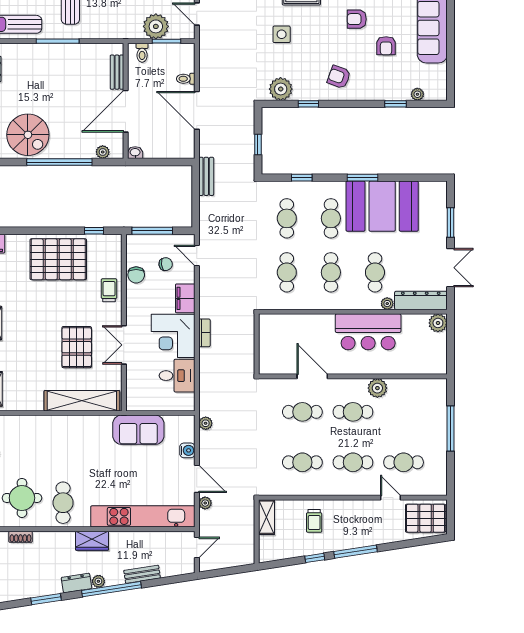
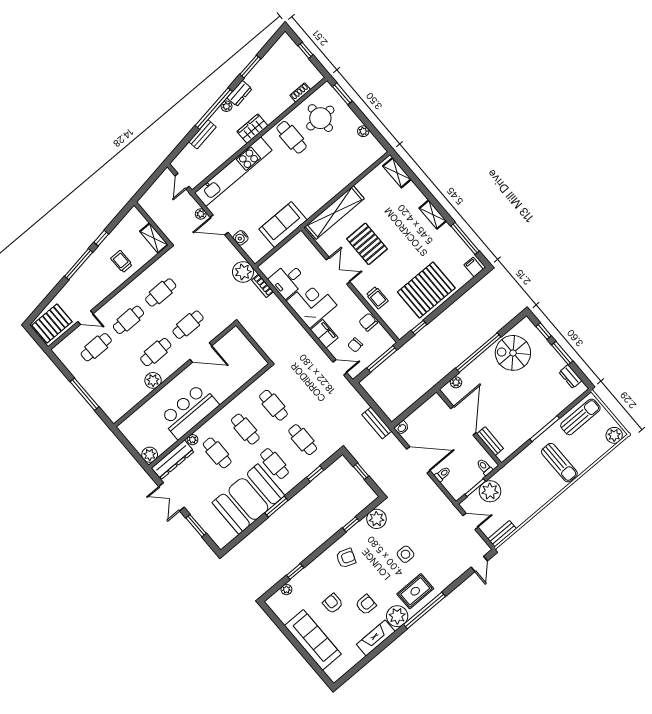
washbasin: (135, 153) -> (402, 428), moved
bookcase: (204, 333) -> (262, 286), moved
plant: (206, 423) -> (243, 272), width x1.87, depth x1.87

